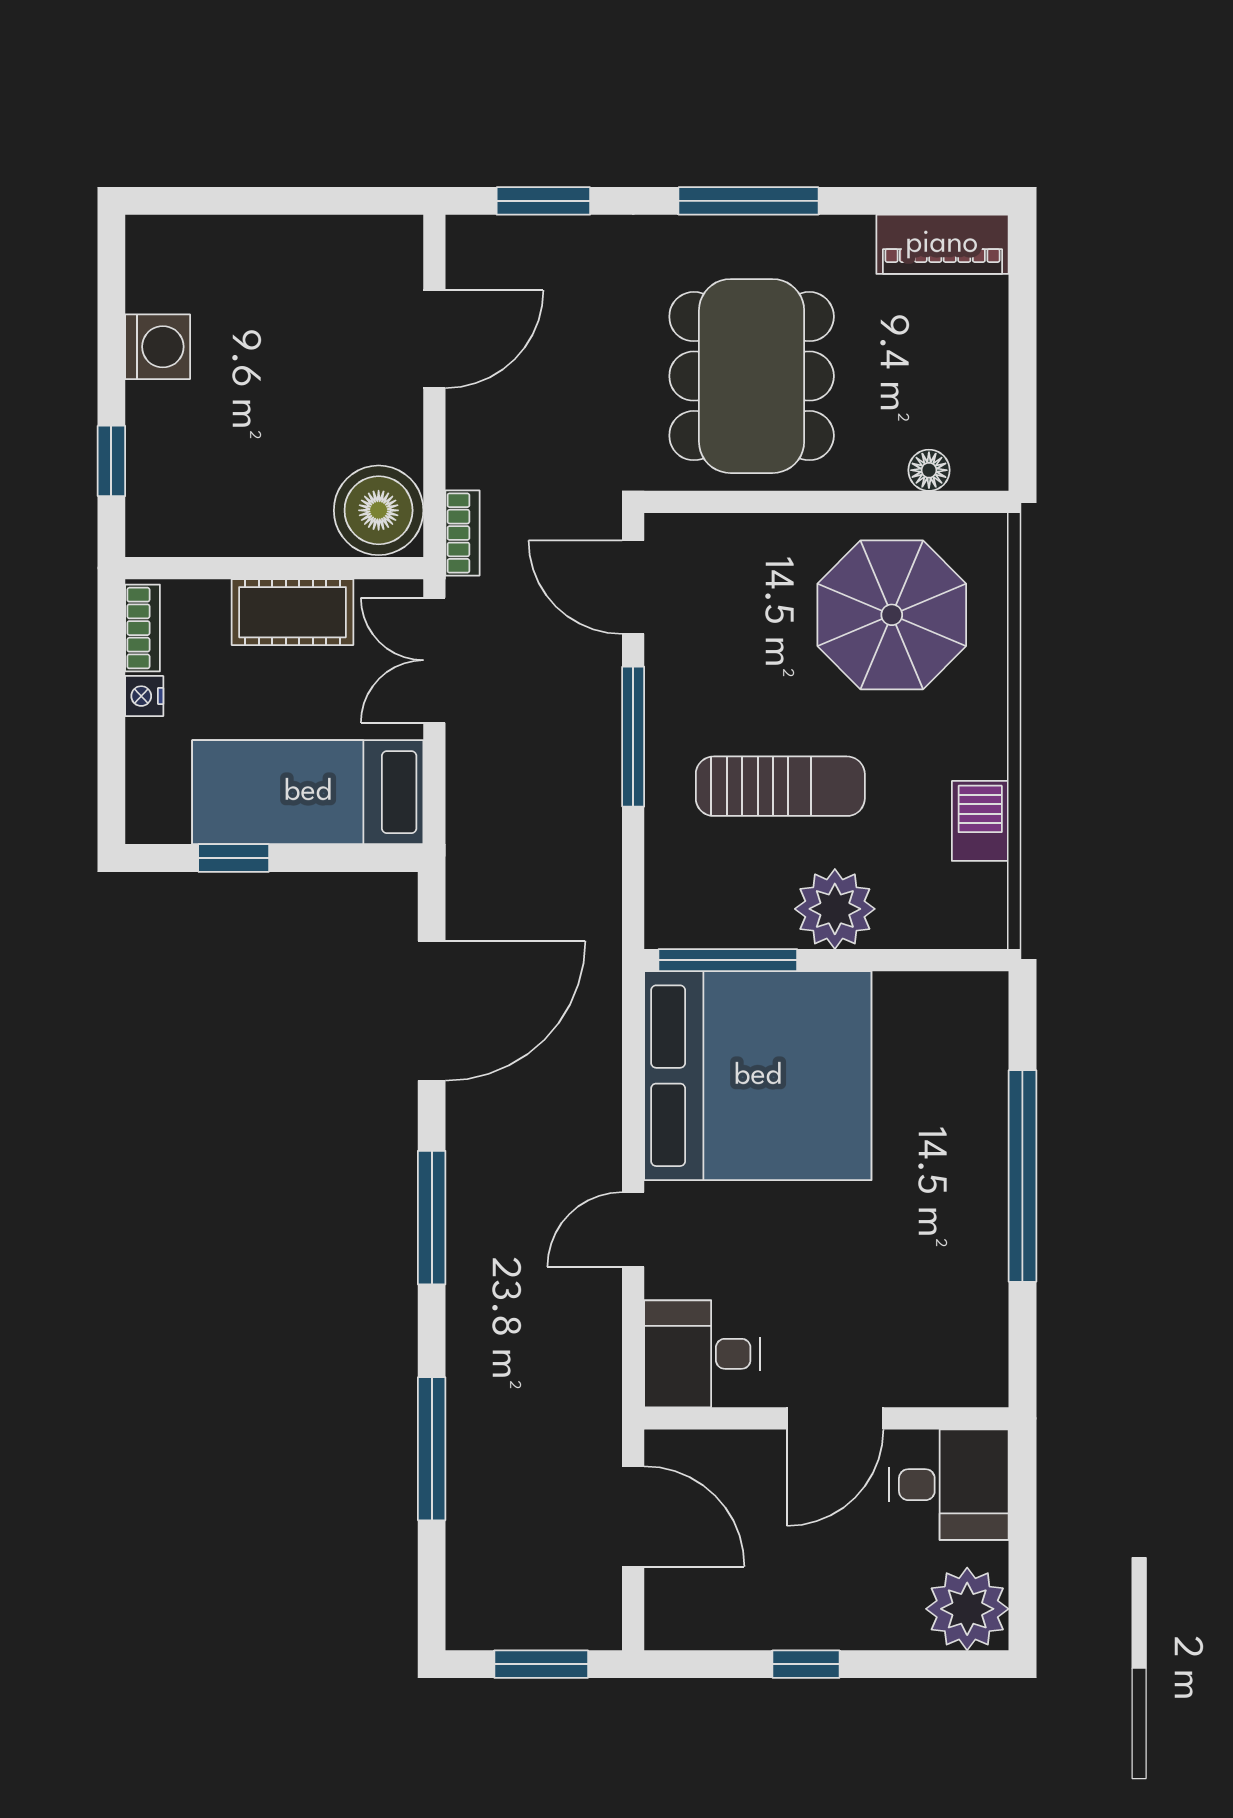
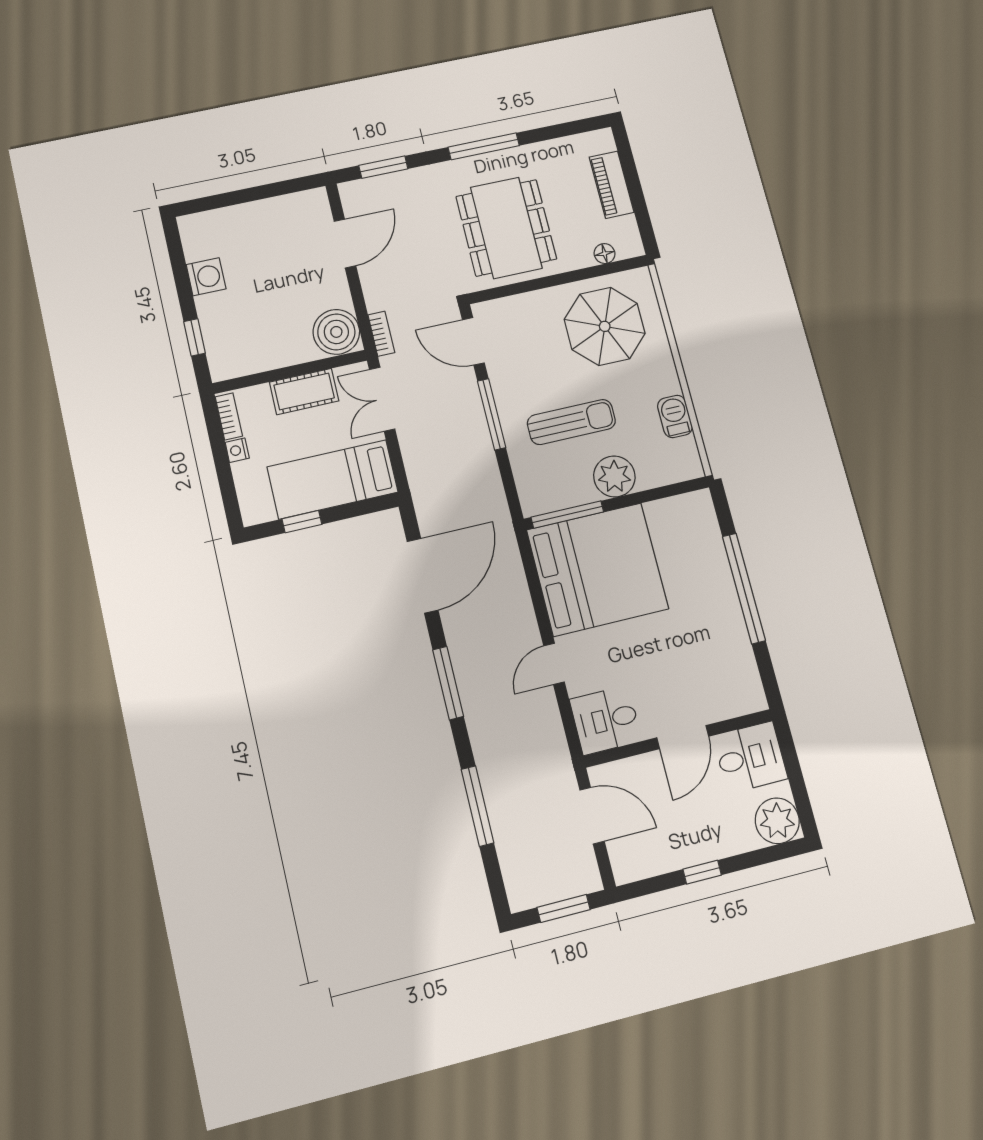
piano: (942, 244) -> (612, 185), moved, turned 90

